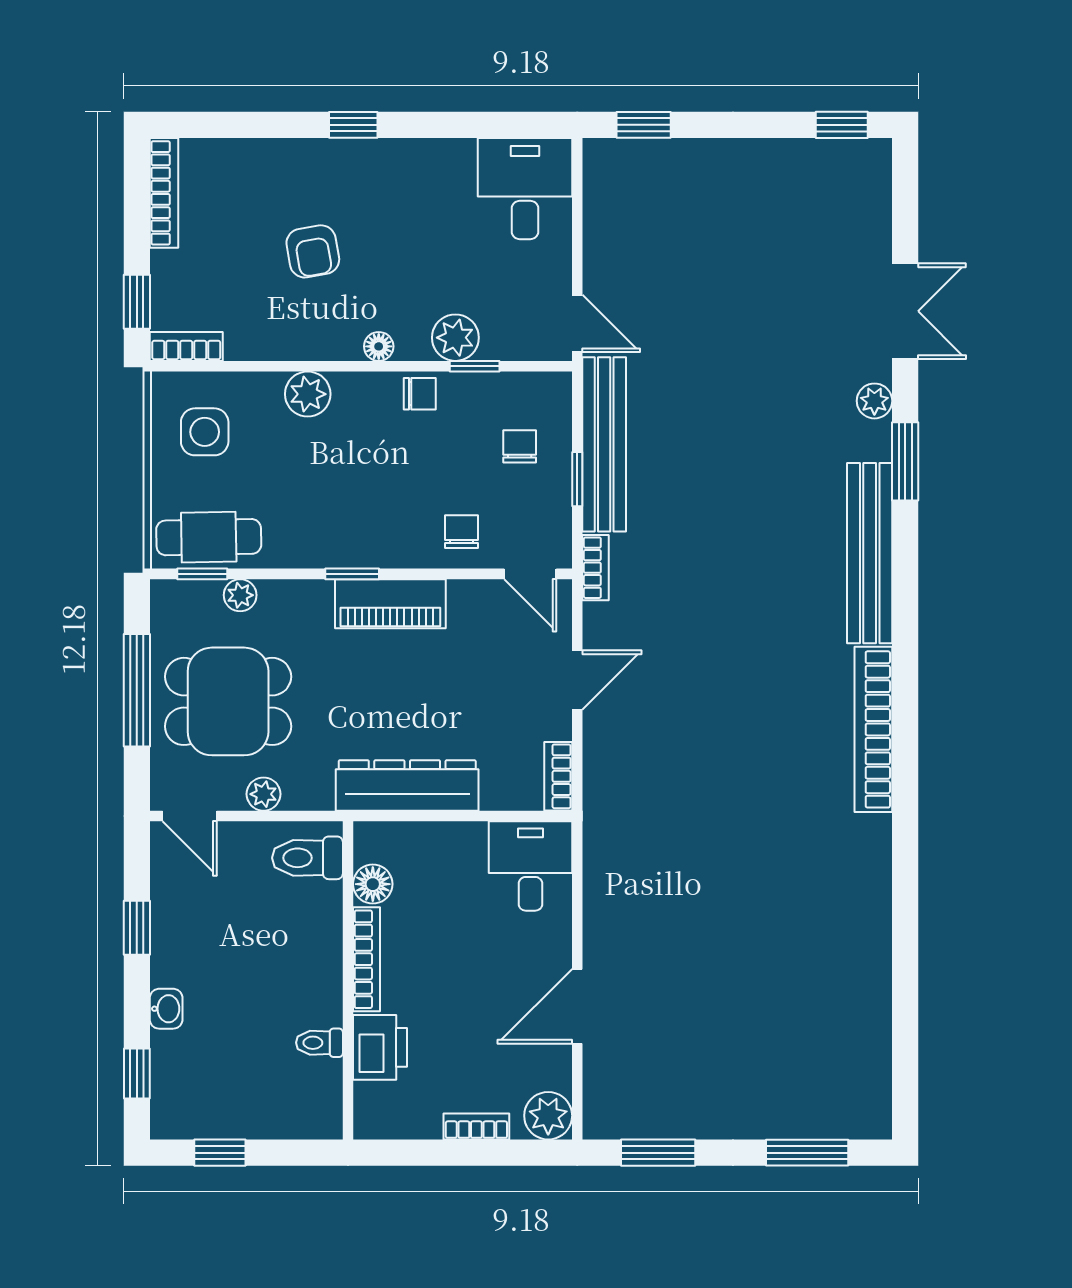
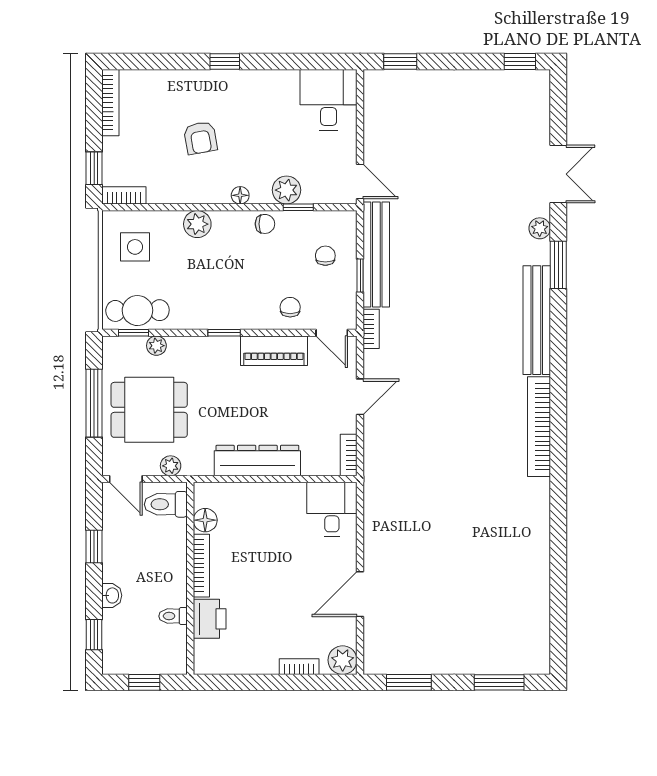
piano: (390, 604) -> (274, 351), moved
toilet: (307, 858) -> (166, 504), moved
floor lamp: (373, 884) -> (205, 520), moved
bookcase: (366, 959) -> (201, 566), moved
wall: (348, 980) -> (190, 578), moved
toilet: (319, 1043) -> (173, 616), moved
printer: (380, 1047) -> (210, 619), moved

